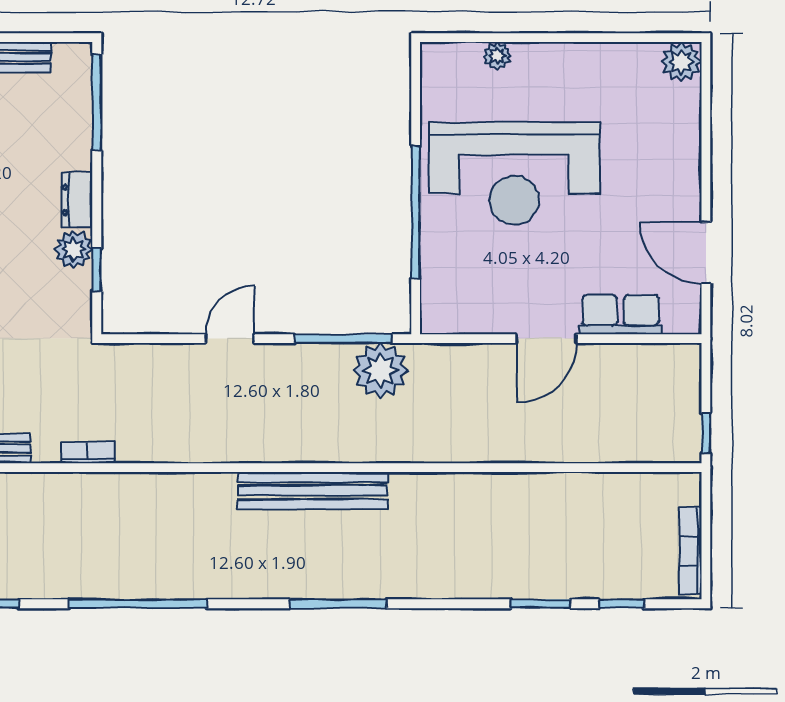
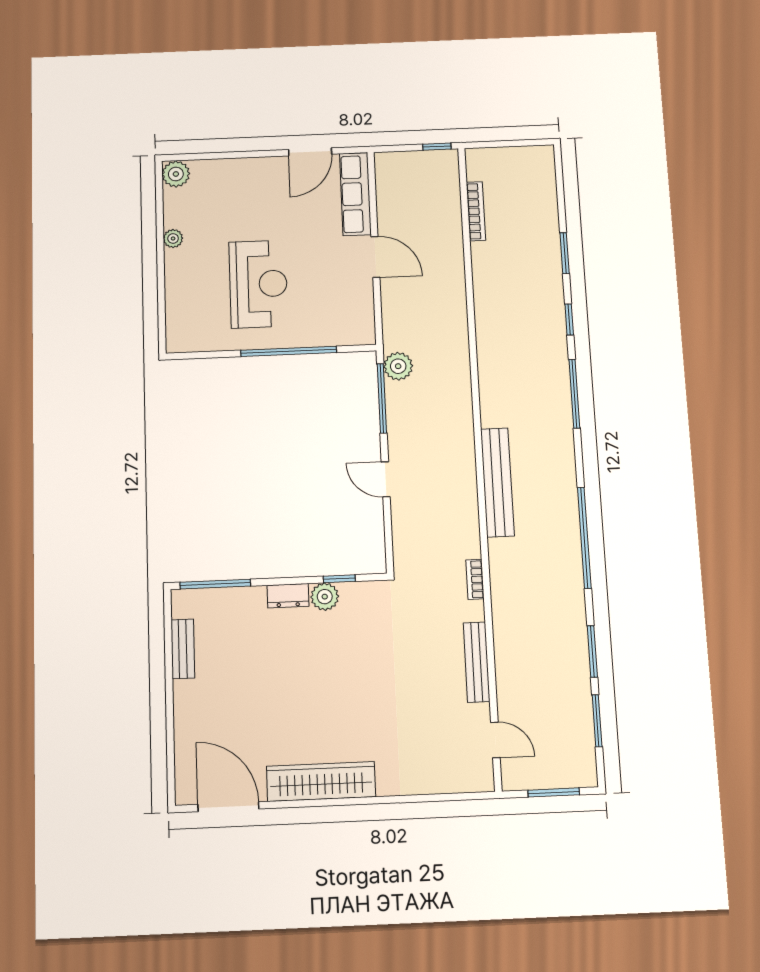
plant: (497, 56) -> (173, 239), moved
reception desk: (514, 173) -> (258, 284), width x0.74, depth x0.77
row of seats: (621, 315) -> (355, 194), width x1.48
plant: (380, 370) -> (398, 366), width x0.73, depth x0.73
bench: (313, 491) -> (497, 482), moved
bookcase: (690, 551) -> (476, 211), moved, turned -90
window: (622, 604) -> (569, 319), moved

